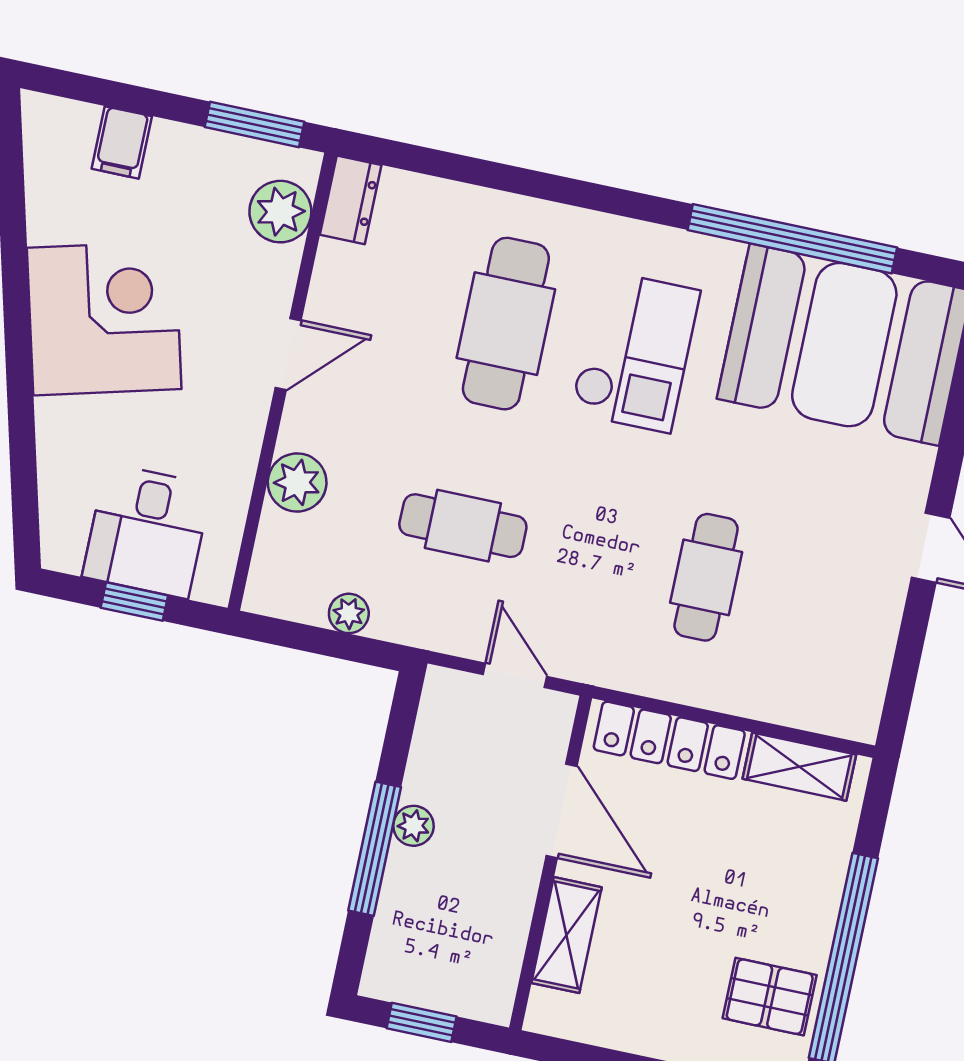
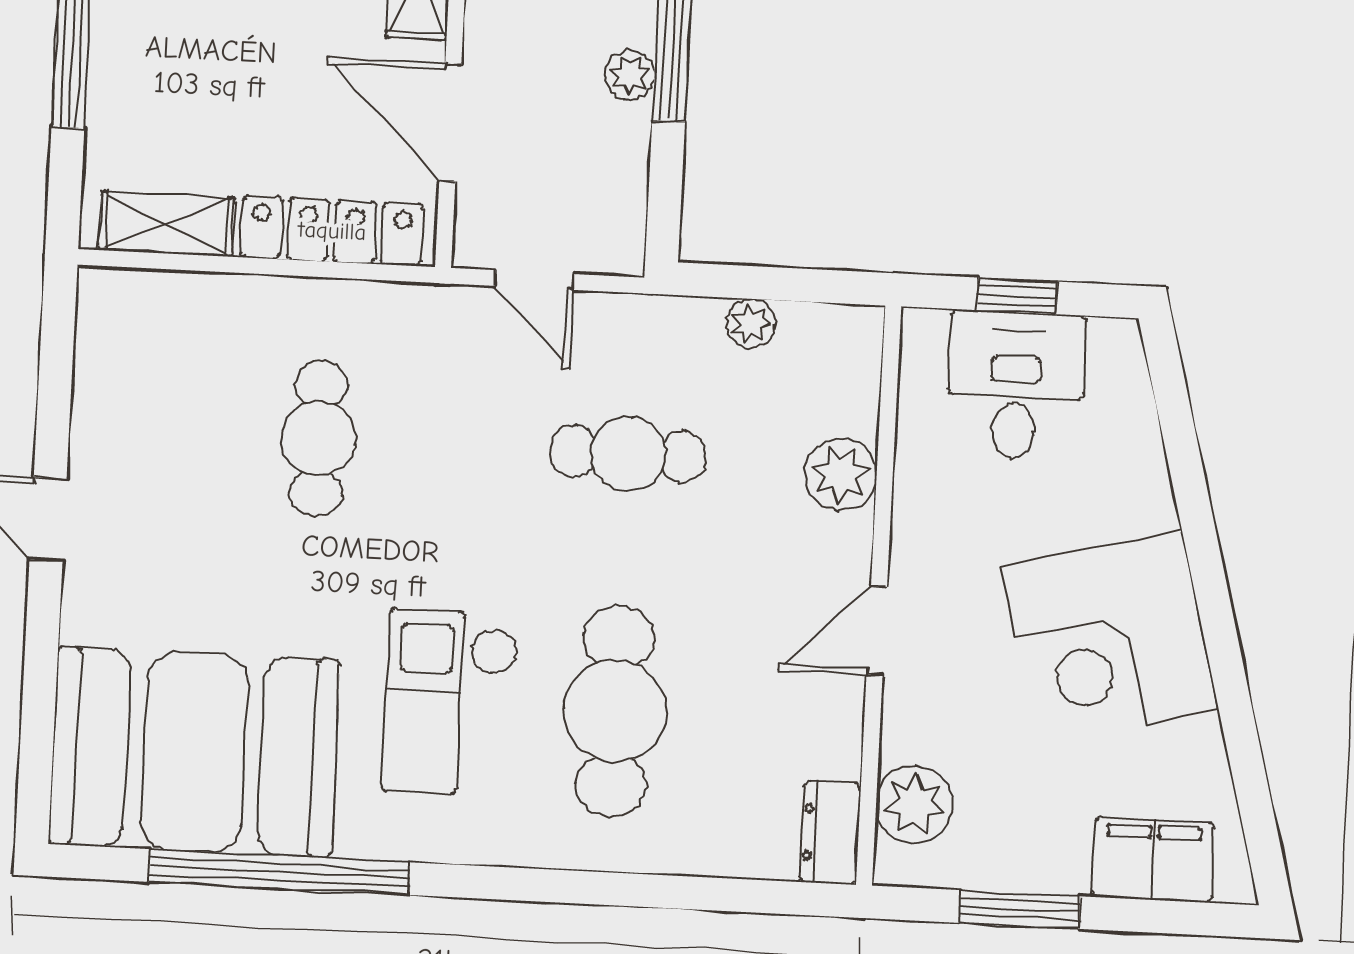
window: (255, 124) -> (1020, 910), moved
filing cabinet: (122, 142) -> (1153, 860), width x2.00

